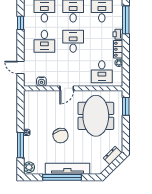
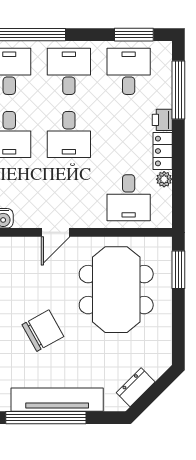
desk: (73, 41) -> (69, 135), turned 180
chair: (61, 136) -> (43, 331), turned -103
dresser: (112, 156) -> (136, 387), moved

